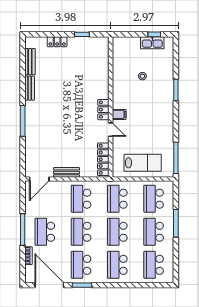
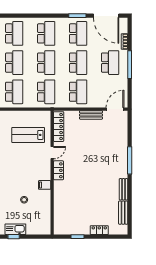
filing cabinet: (119, 114) -> (45, 185), moved
door: (111, 130) -> (52, 153), swing flipped
lab bench: (143, 163) -> (28, 135), moved

